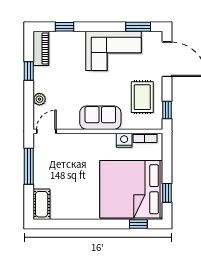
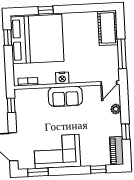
rug: (142, 97) -> (32, 115), removed
nightstand: (124, 140) -> (62, 78), moved
cot: (42, 204) -> (108, 28), width x1.37, depth x1.34
window: (138, 224) -> (46, 10), moved

